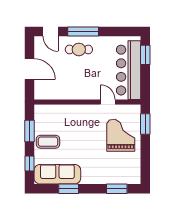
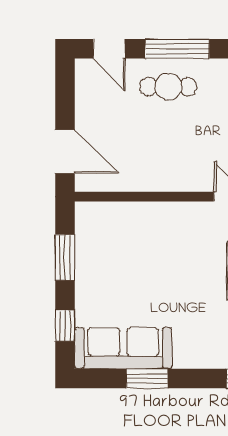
door: (30, 69) -> (65, 152), moved
coffee table: (48, 142) -> (104, 280), removed

